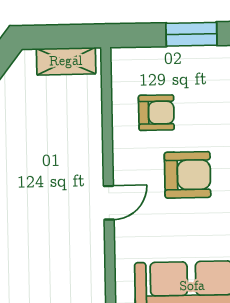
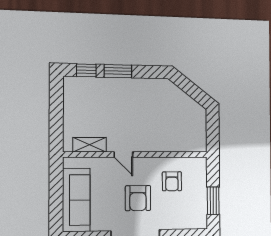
shelving: (66, 61) -> (90, 145), moved, turned 90

